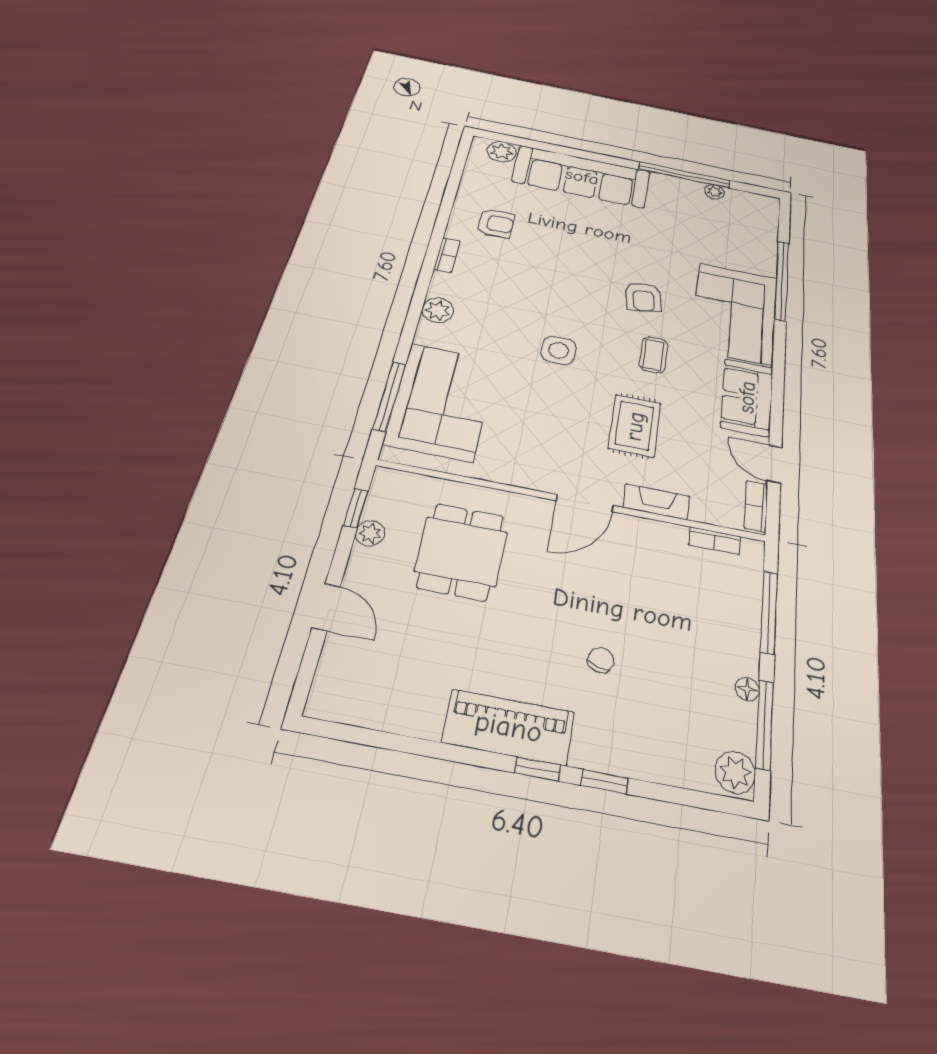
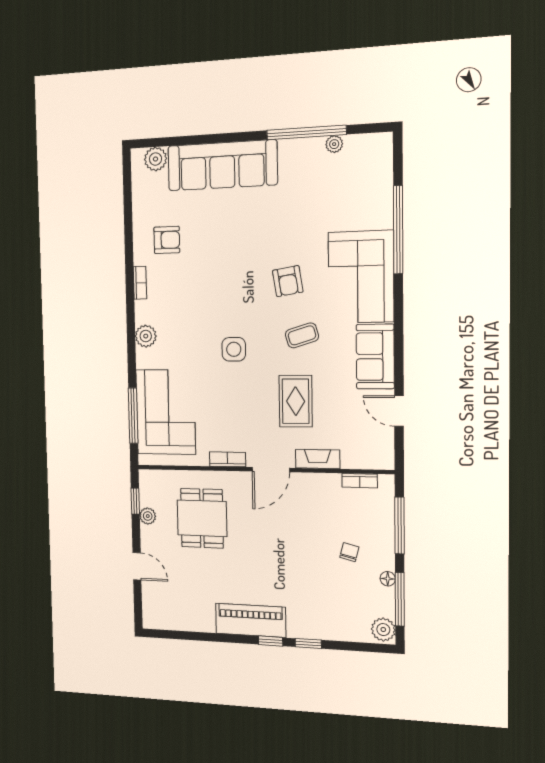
coffee table: (654, 355) -> (302, 335), turned 73
bookcase: (756, 506) -> (228, 459), moved, turned 90
chair: (601, 660) -> (349, 552), moved

